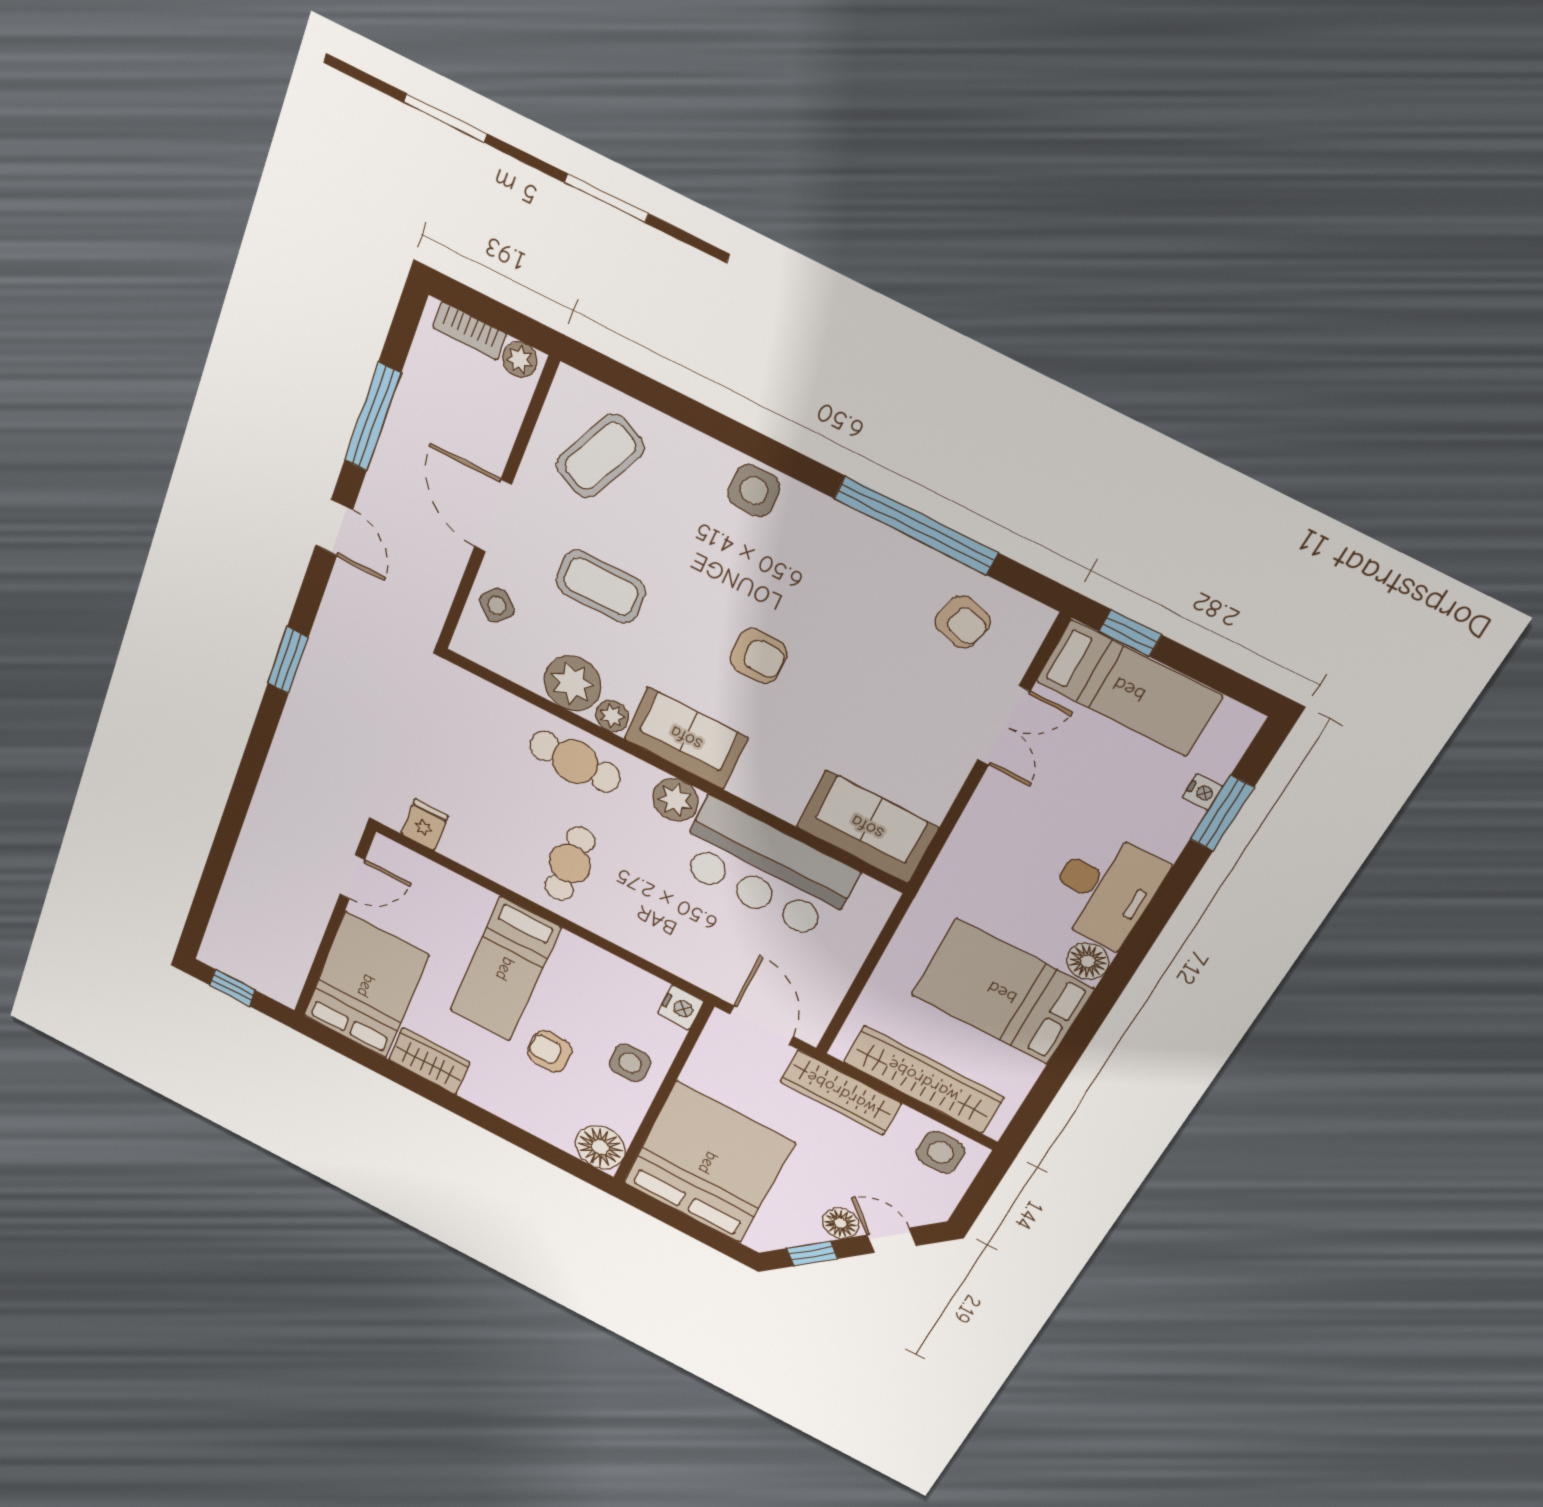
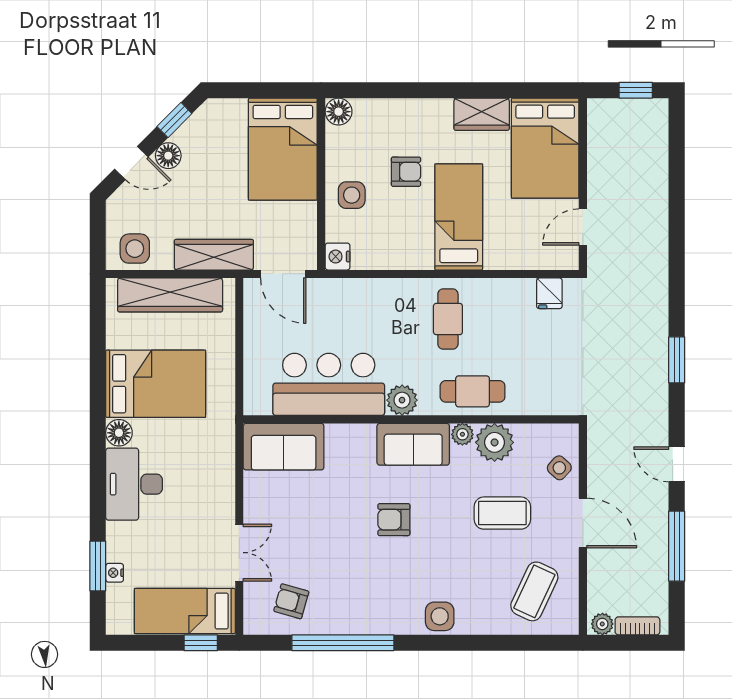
double door: (1004, 726) -> (239, 553), swing flipped
floor lamp: (600, 1147) -> (339, 112), width x0.73, depth x0.73
bed: (708, 1163) -> (283, 149), width x0.73

